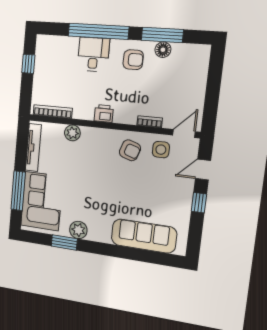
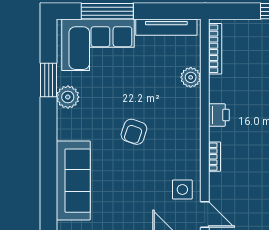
bookcase: (150, 122) -> (214, 157), moved
armchair: (130, 150) -> (134, 132), moved

